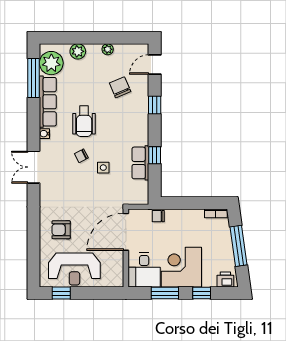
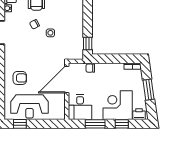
window: (155, 155) -> (88, 44), moved
row of seats: (140, 163) -> (77, 29), removed
armchair: (61, 230) -> (20, 78), turned 180
window: (239, 246) -> (149, 90), width x0.69
corner desk: (181, 267) -> (118, 105), moved

